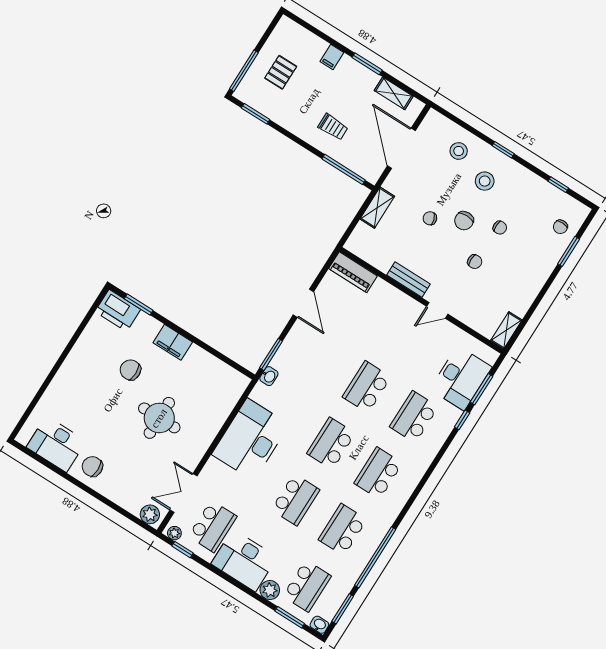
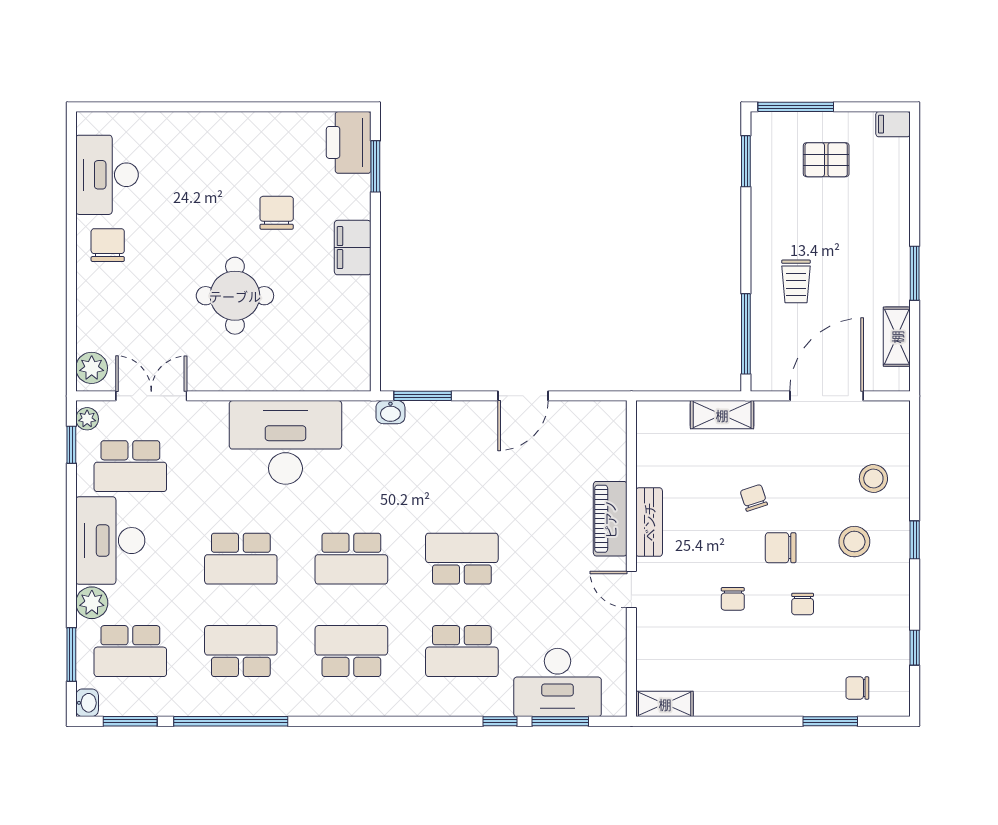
filing cabinet: (332, 57) -> (893, 124), moved
piano: (353, 272) -> (610, 519), moved
school desk: (414, 417) -> (462, 651), turned 180
school desk: (331, 443) -> (351, 559), turned 180

